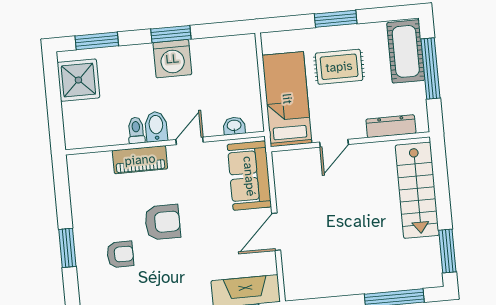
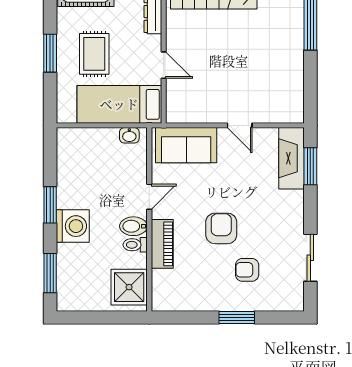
washing machine: (172, 59) -> (73, 226), moved
shower: (78, 80) -> (129, 287), moved
washbasin: (234, 126) -> (129, 135), moved, turned -90
door: (190, 141) -> (149, 197), swing flipped
door: (276, 232) -> (240, 125), width x0.73
armchair: (120, 254) -> (247, 270), turned -90

